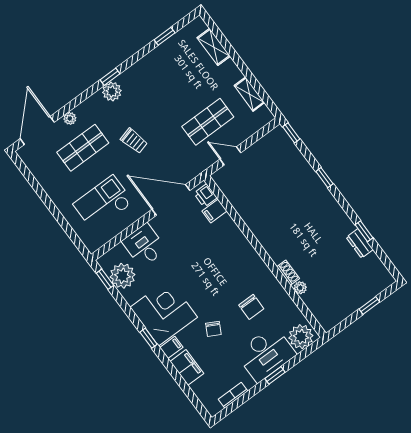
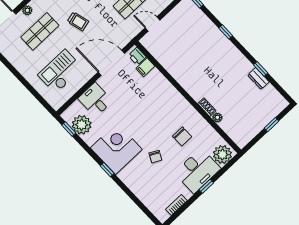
filing cabinet: (171, 347) -> (125, 174), removed
filing cabinet: (187, 367) -> (139, 188), removed

